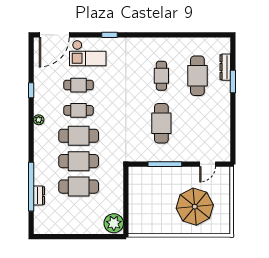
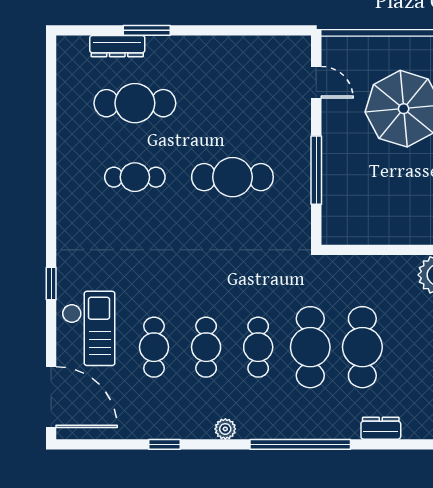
cafe table: (79, 136) -> (258, 347), width x0.73, depth x0.74
window: (31, 187) -> (300, 444), moved

